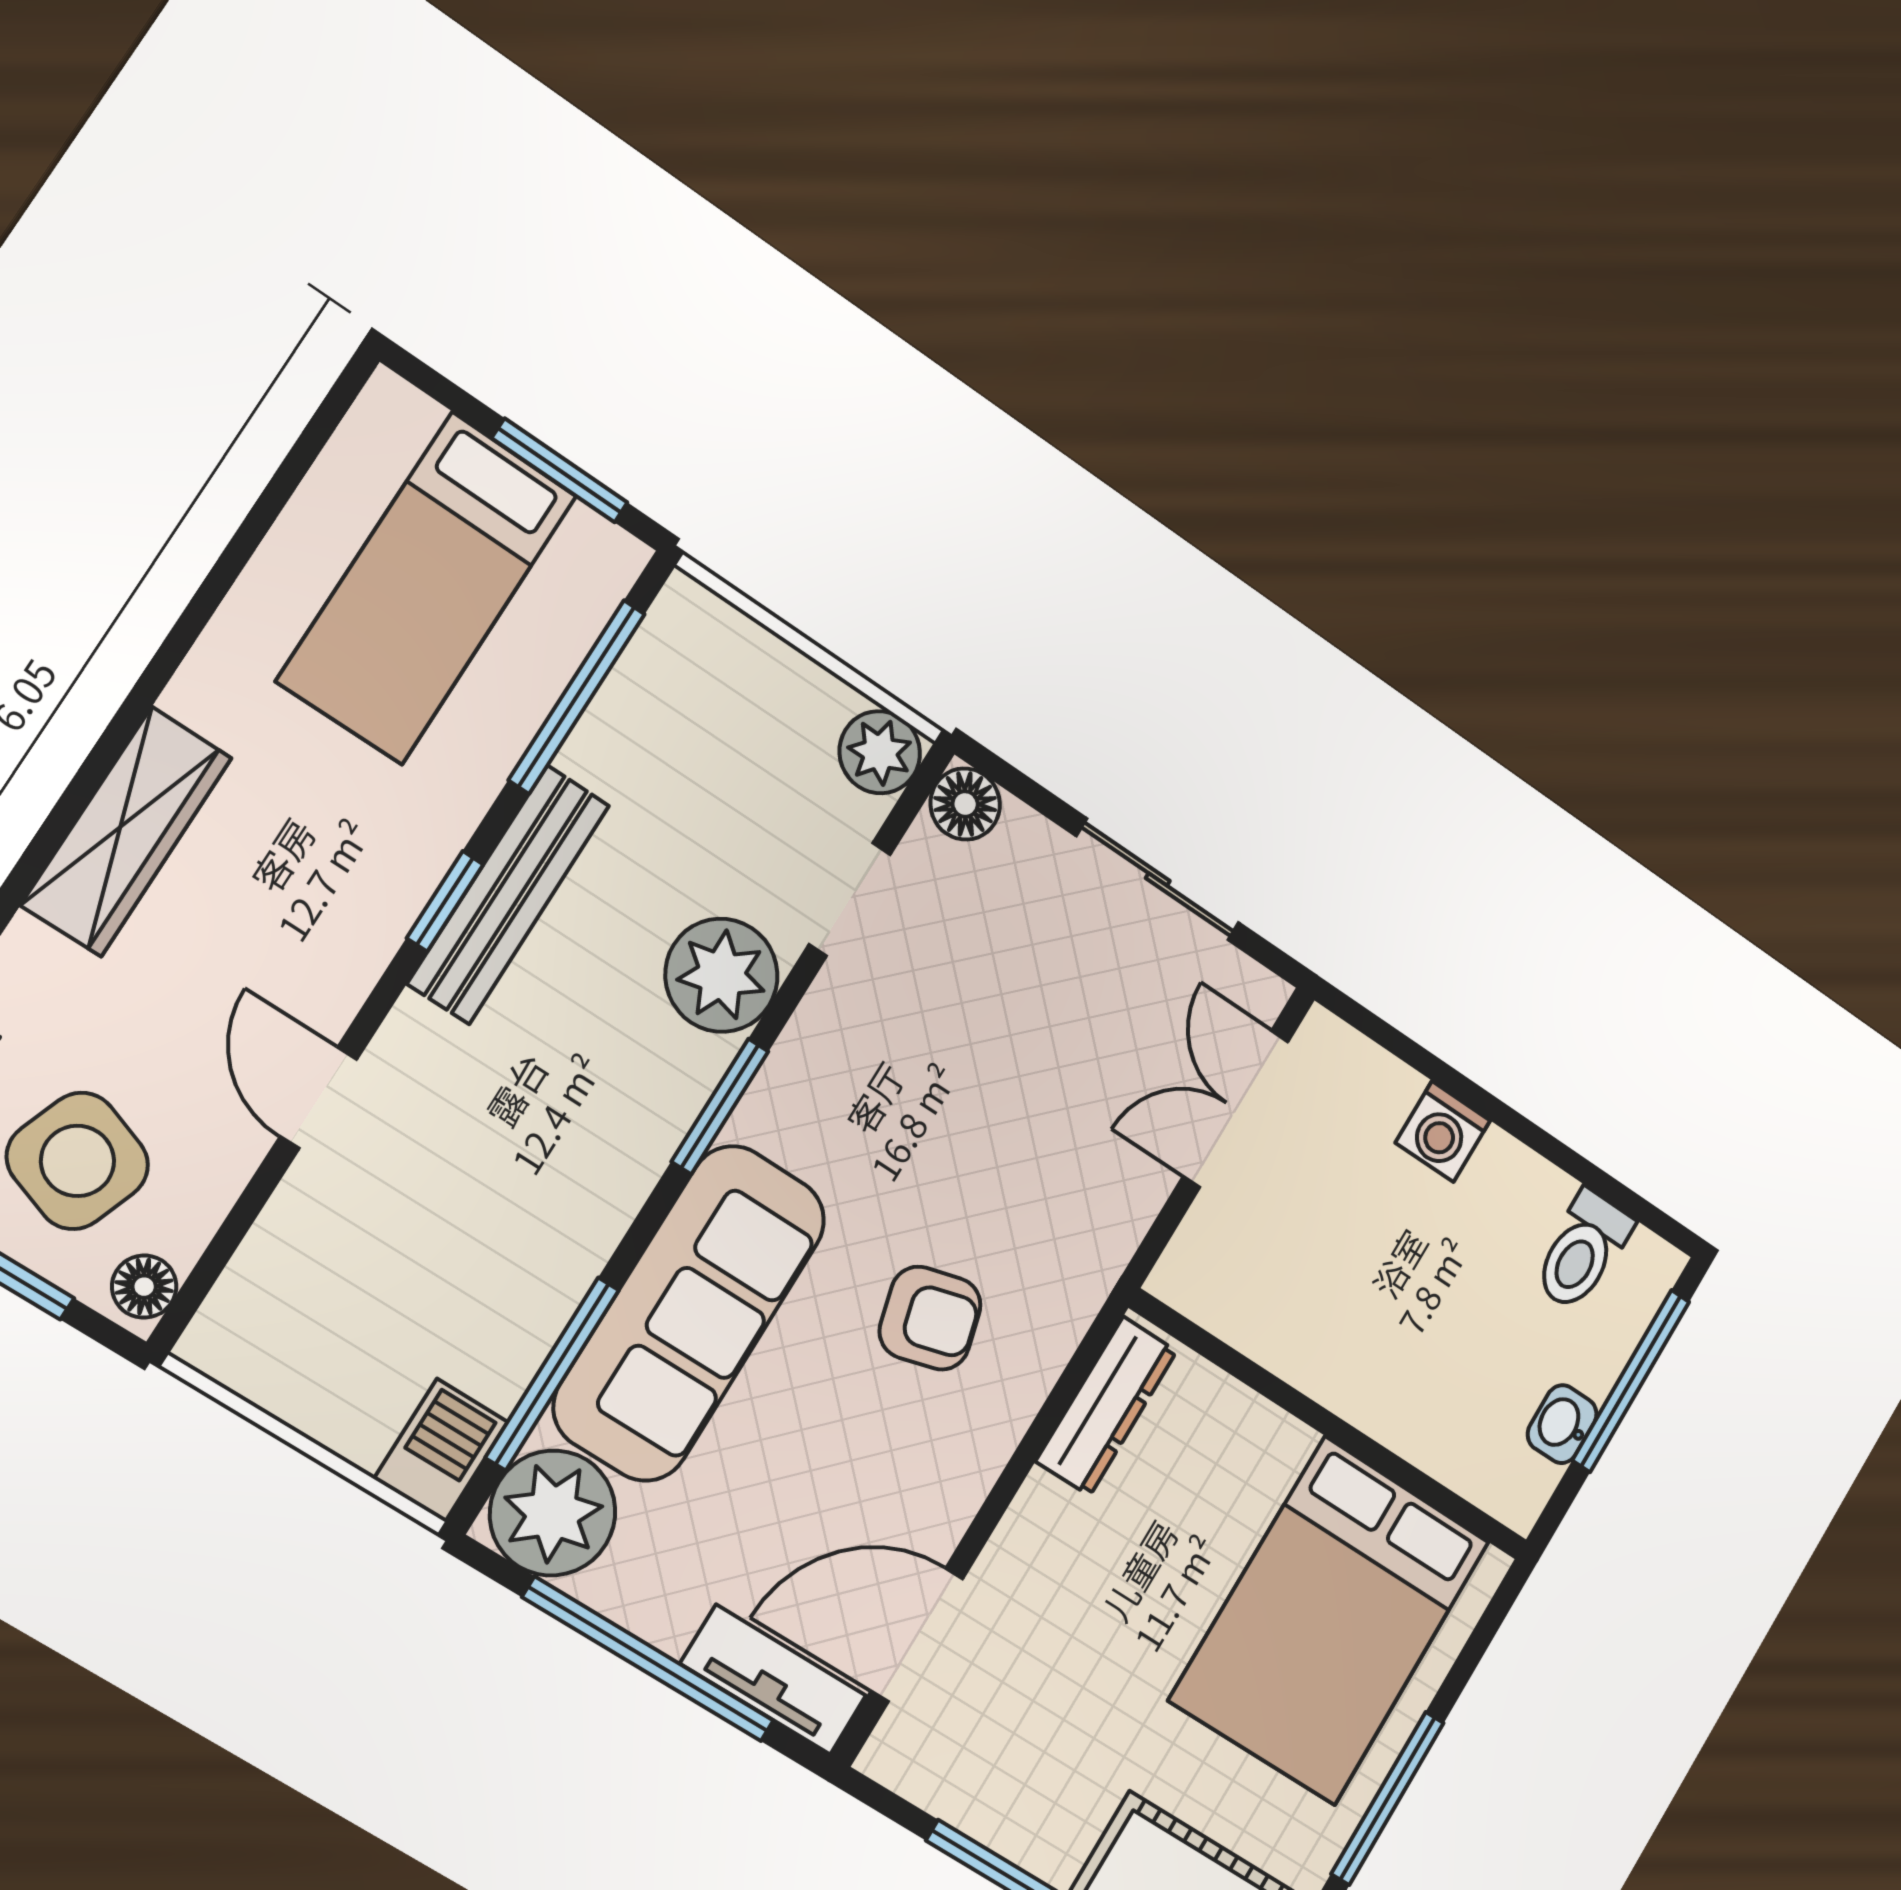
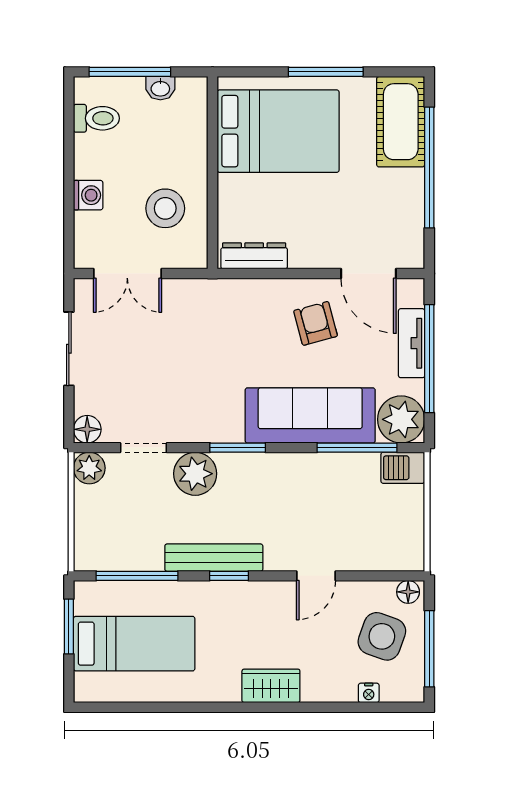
wardrobe: (126, 831) -> (271, 686), width x0.67
stool: (1319, 1277) -> (165, 208), added
armchair: (930, 1318) -> (316, 323), moved
tv unit: (773, 1680) -> (412, 343), moved

